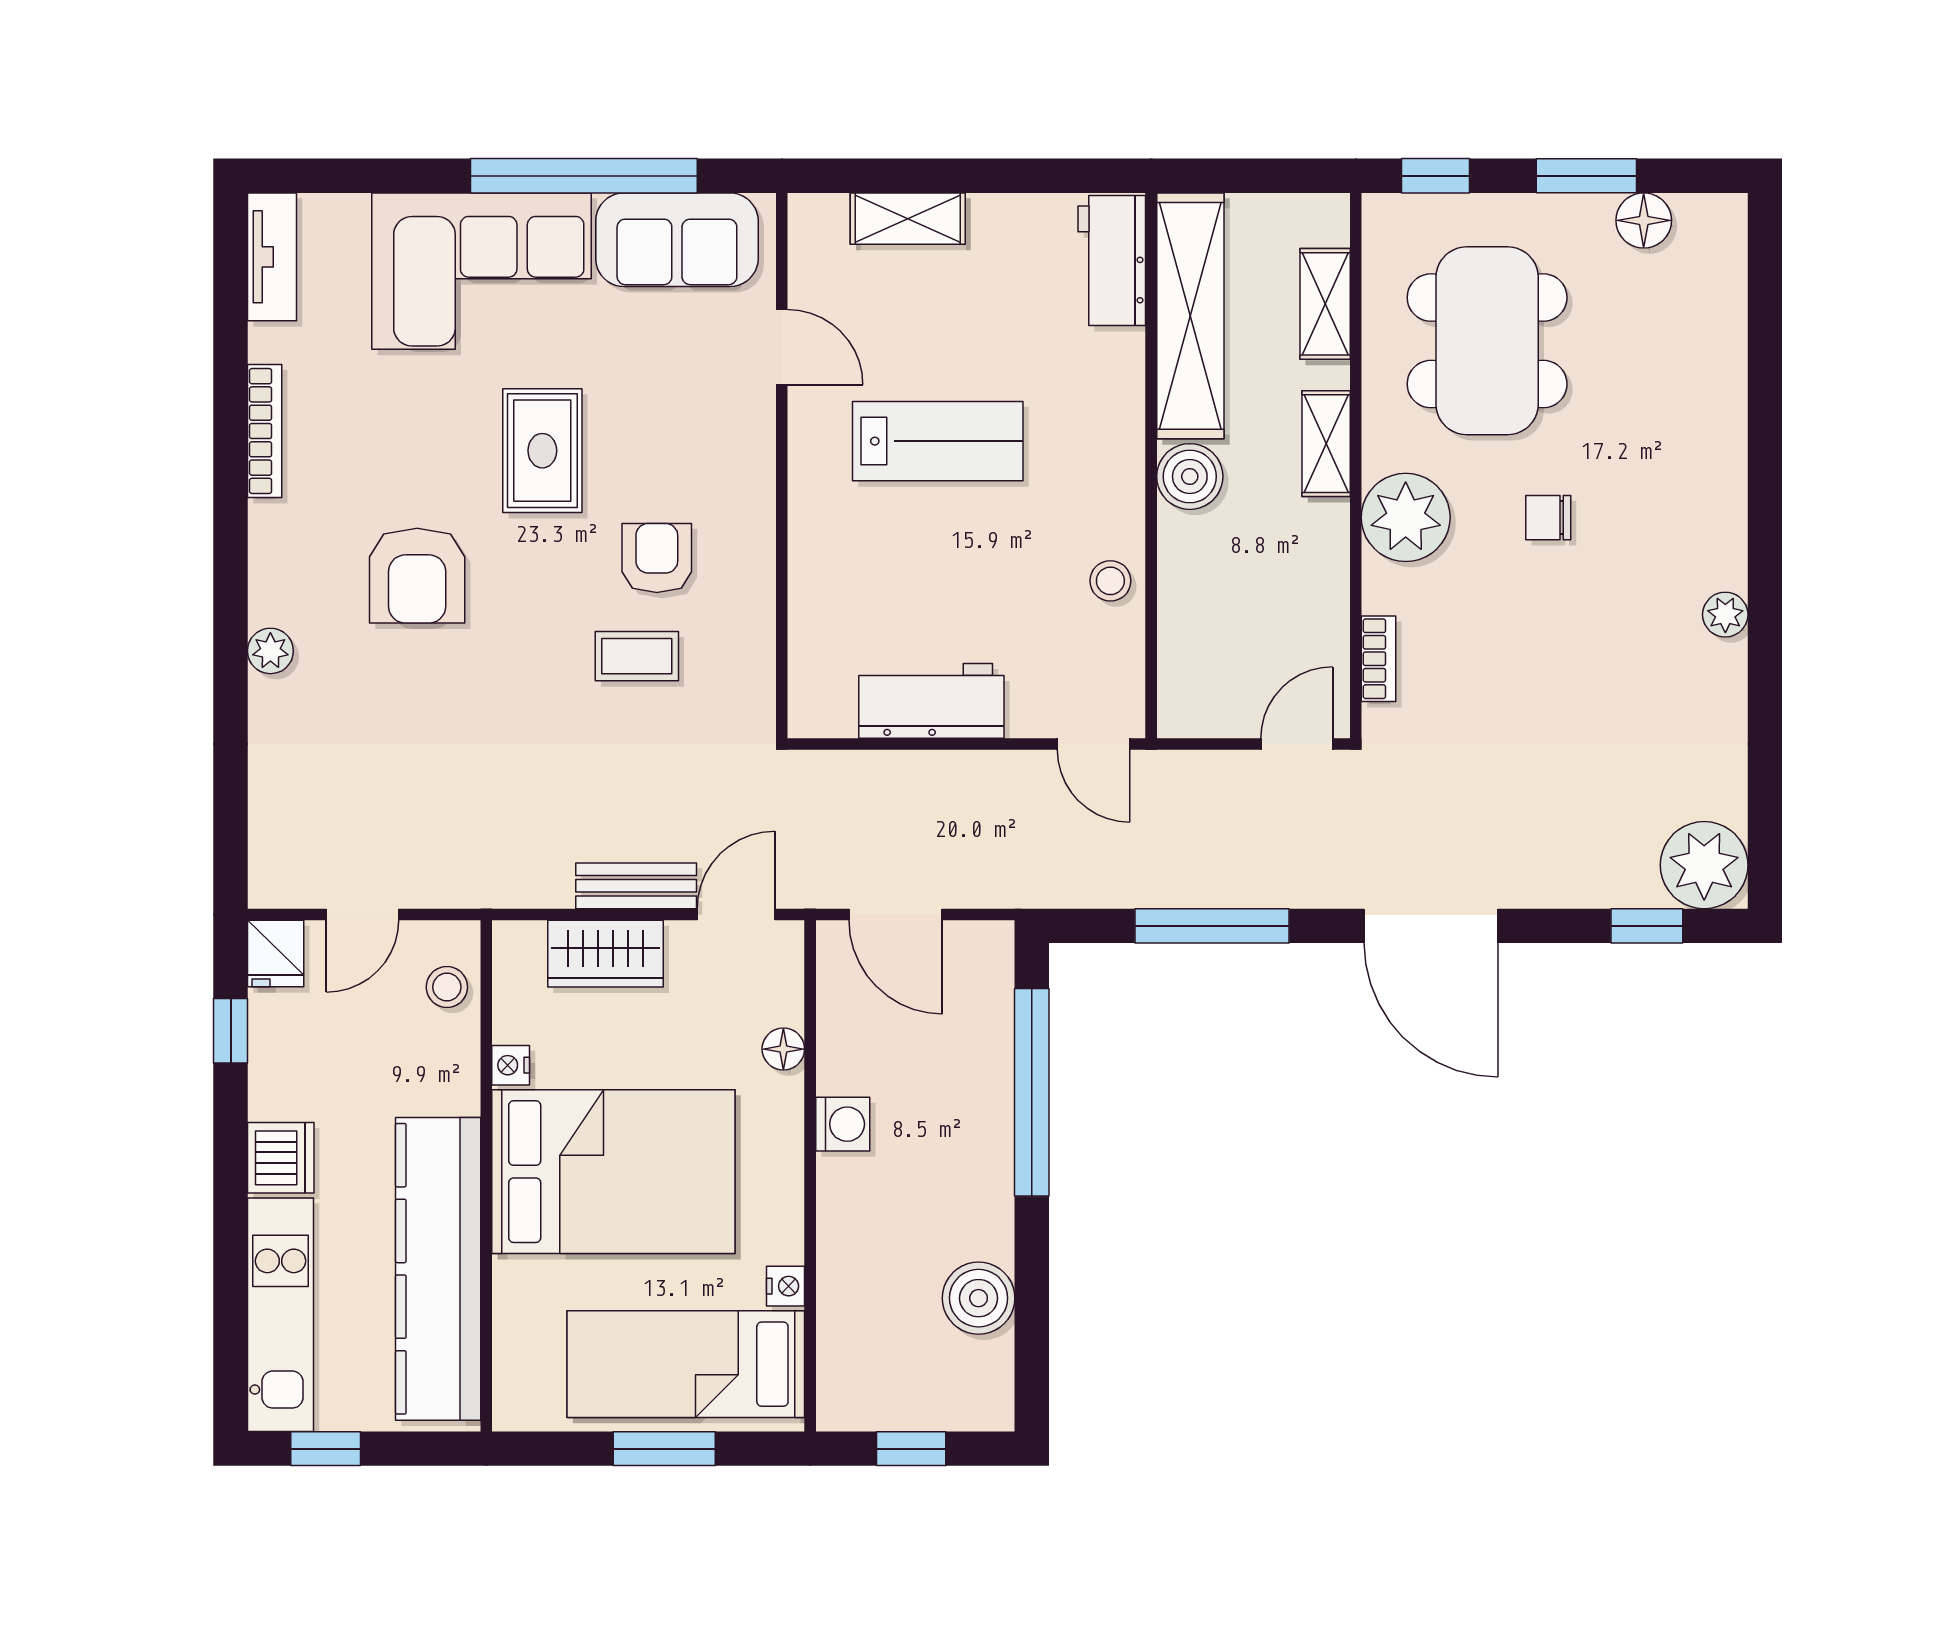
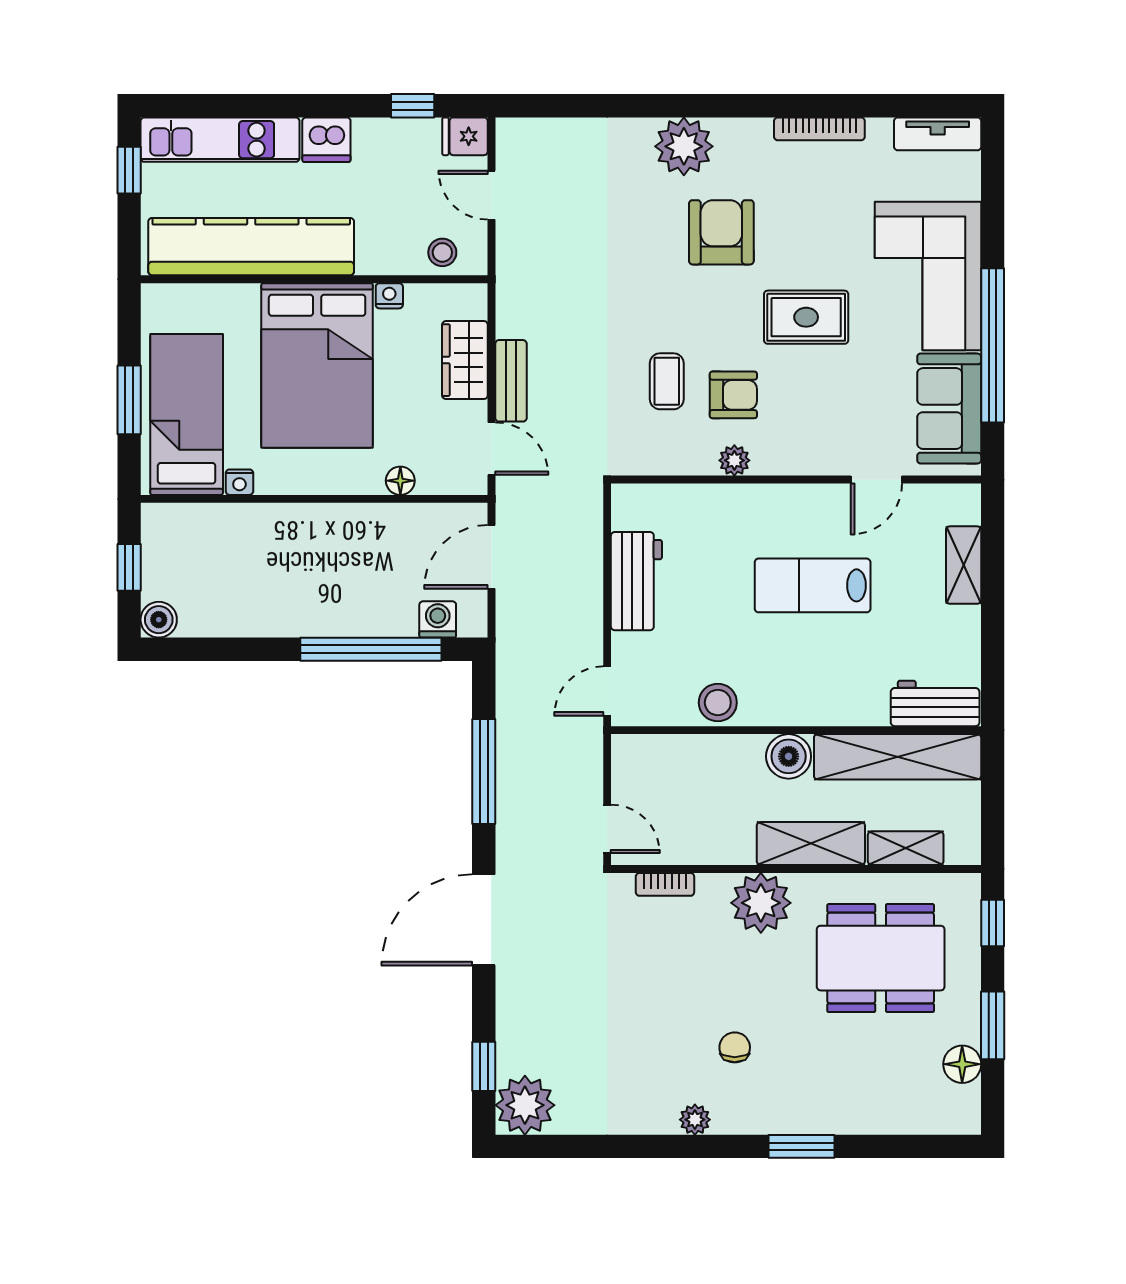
lab bench: (938, 441) -> (813, 585), turned 90
shelving: (1326, 444) -> (811, 843), width x1.50, depth x1.33
window: (1765, 457) -> (802, 1146), added
chair: (1548, 518) -> (735, 1047), moved
plant: (753, 556) -> (734, 460), added
armchair: (417, 576) -> (721, 232), turned 90
stool: (1110, 581) -> (718, 703), width x1.37, depth x1.37
plant: (270, 651) -> (684, 146), width x1.87, depth x1.87
washing machine: (843, 1124) -> (438, 619), moved, turned 180
boiler: (979, 1298) -> (159, 620), moved, width x0.73, depth x0.73

